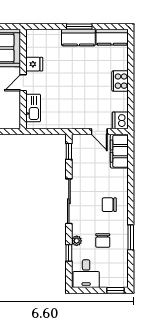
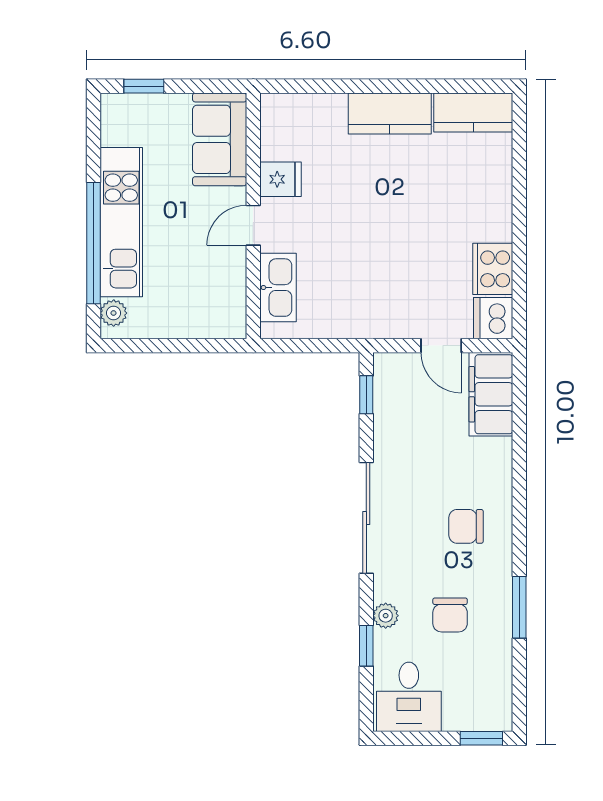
window: (79, 26) -> (392, 86), removed
cooker: (120, 81) -> (493, 269), moved

